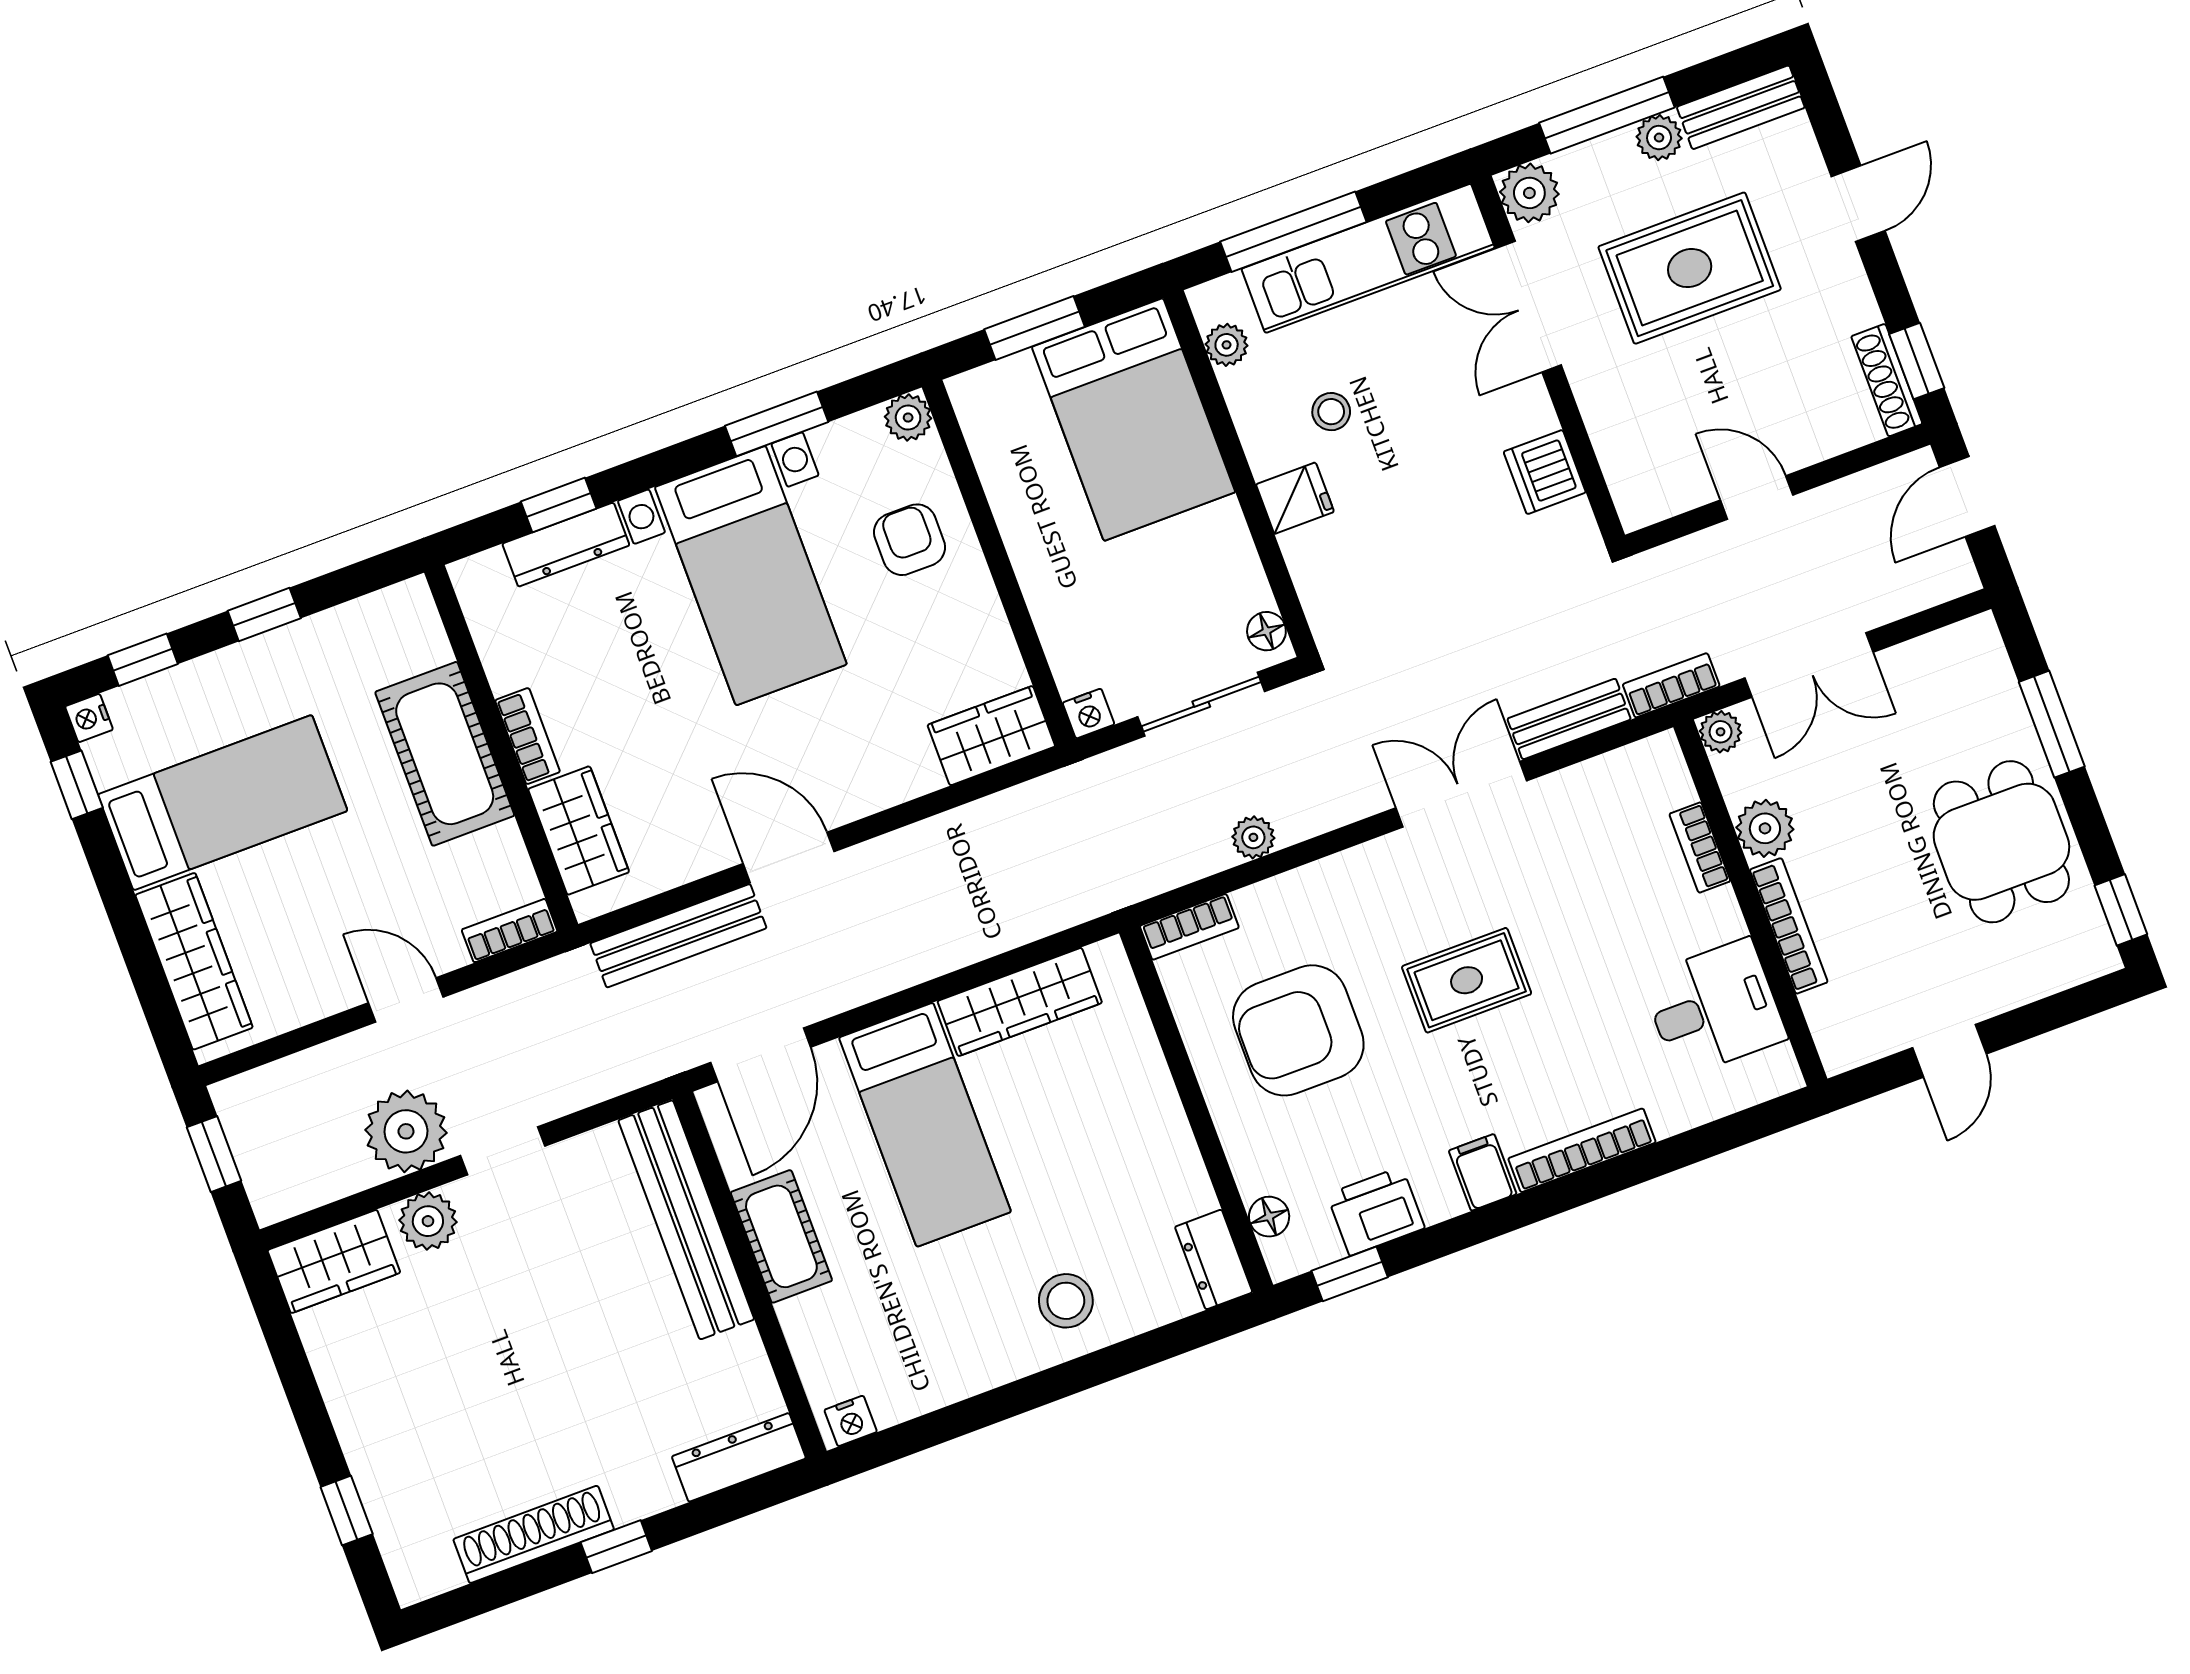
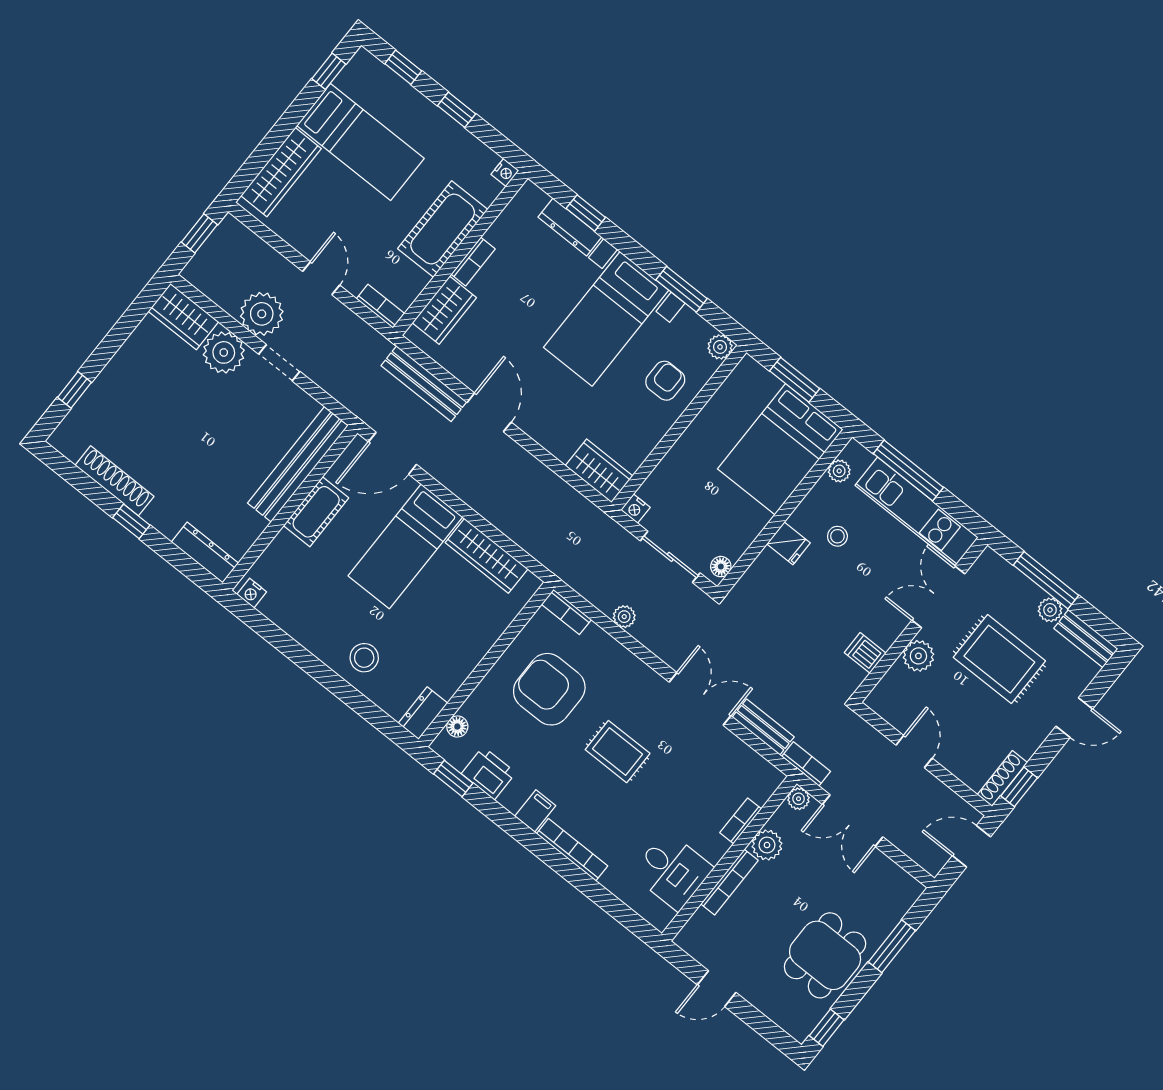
plant: (1529, 193) -> (918, 656), moved
dishwasher: (1545, 472) -> (865, 653), width x0.73
nightstand: (89, 718) -> (505, 173), moved, turned 180
plant: (428, 1221) -> (224, 352), width x1.36, depth x1.36

